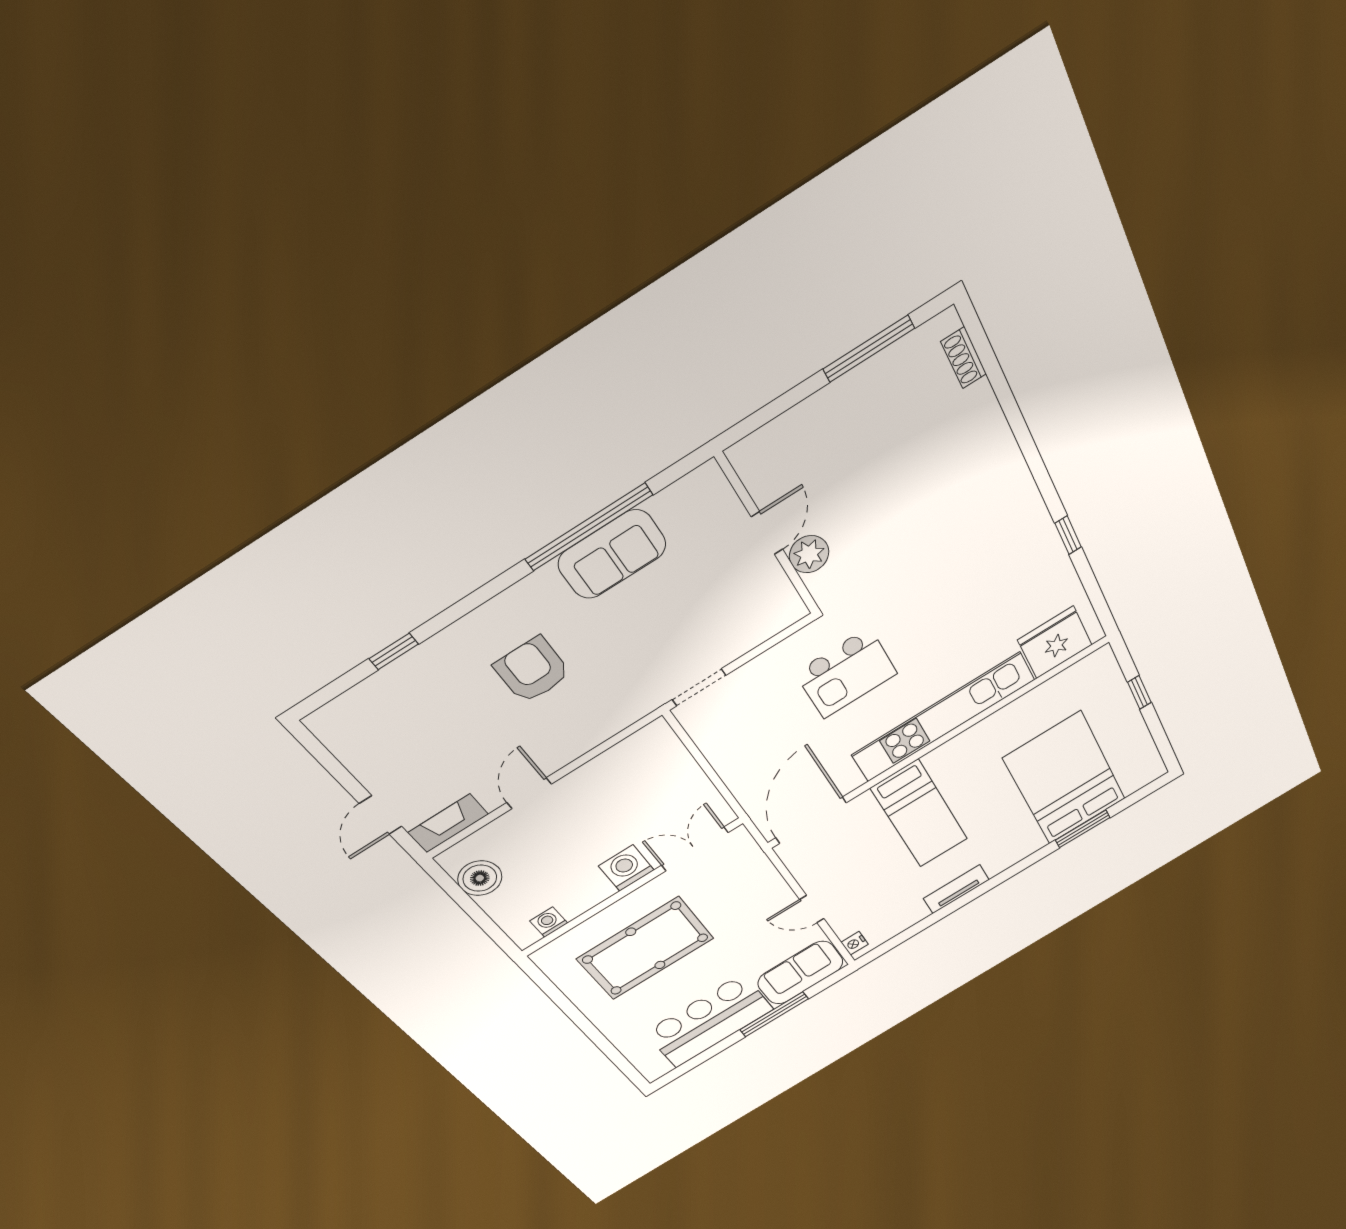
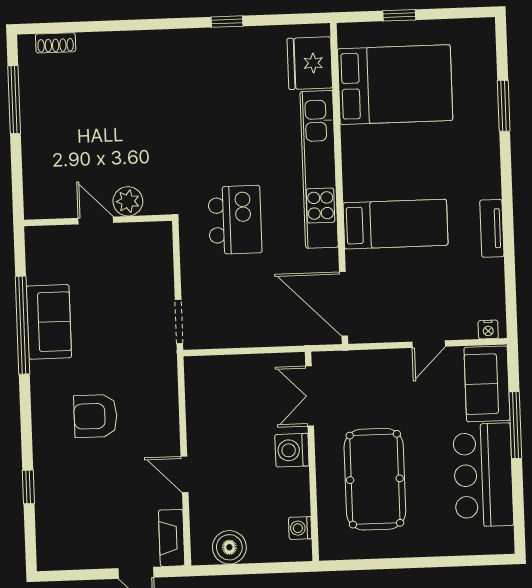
bed: (1065, 779) -> (395, 85), moved, turned 180

